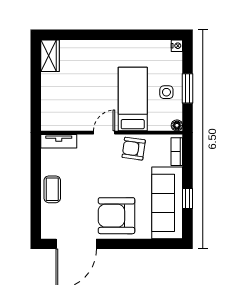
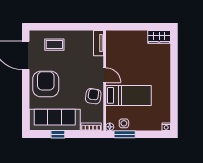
window: (187, 88) -> (125, 134), moved
side table: (166, 92) -> (124, 123), moved
coffee table: (52, 189) -> (54, 45), moved

